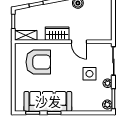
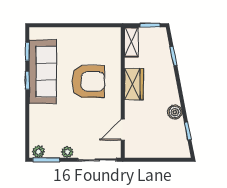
door: (79, 42) -> (123, 130), moved
armchair: (38, 62) -> (88, 81), moved, turned -90
side table: (89, 74) -> (80, 128), removed

